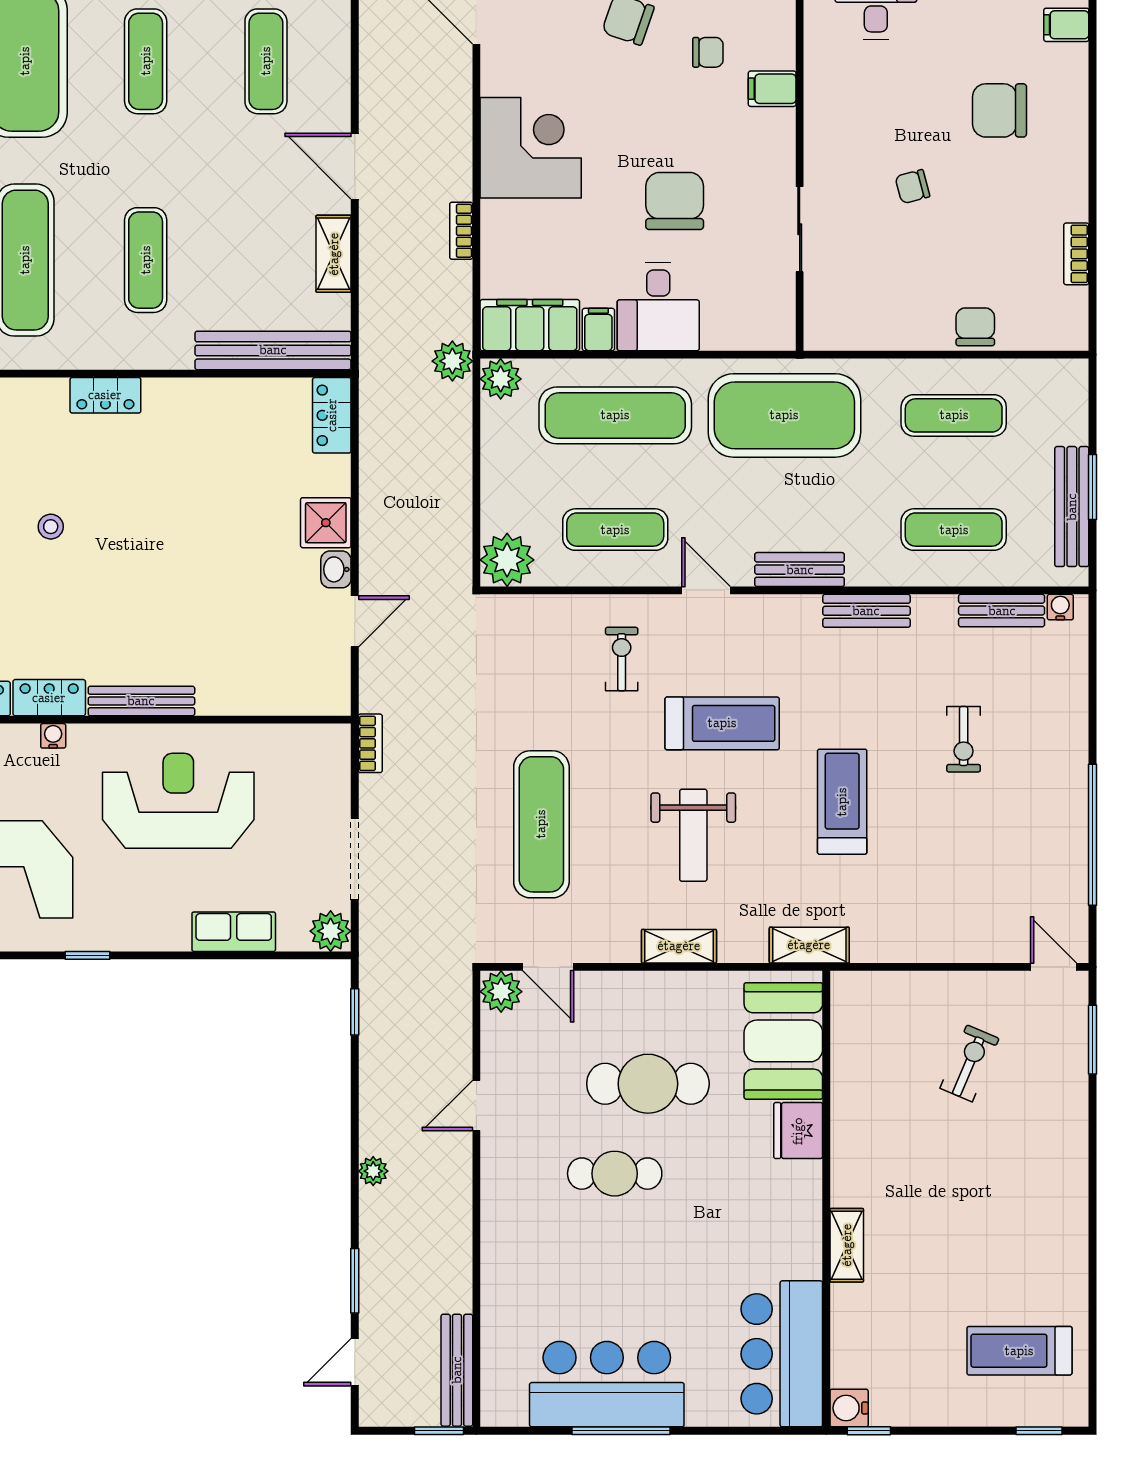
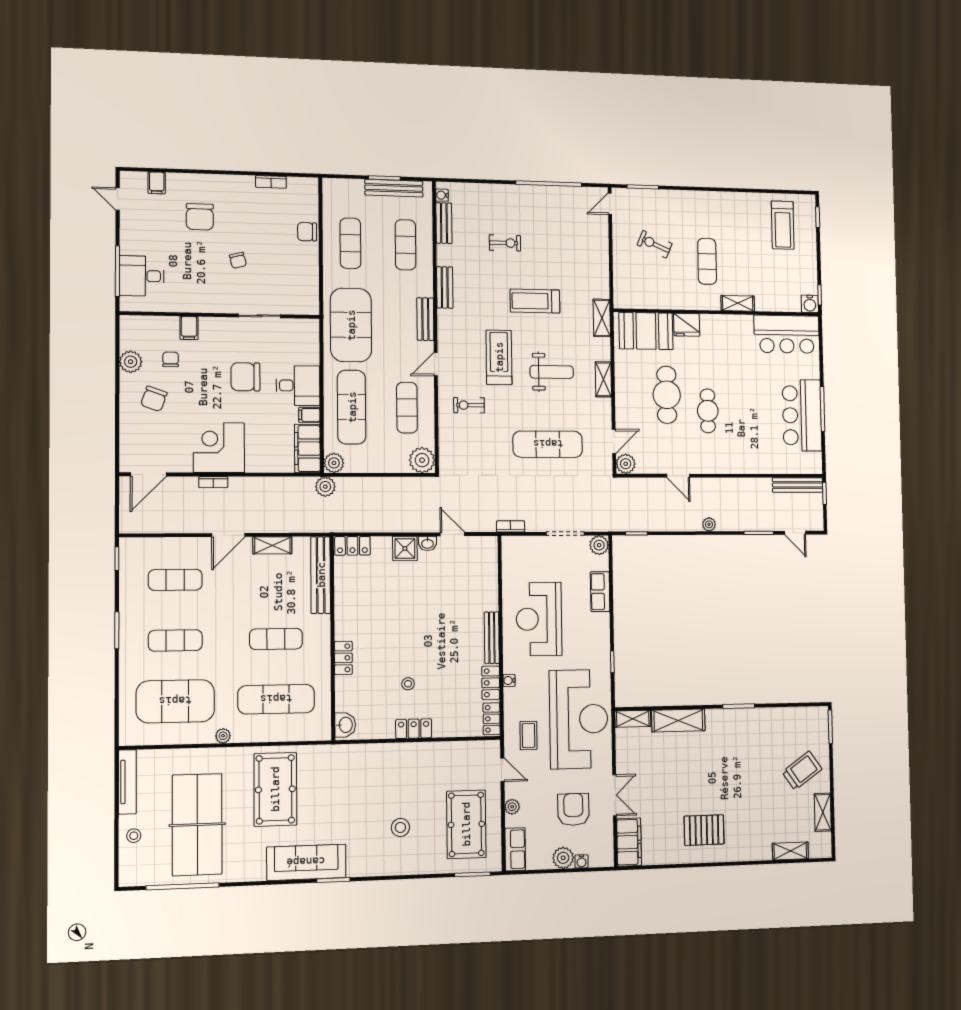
bookcase: (461, 231) -> (213, 482), moved
exercise mat: (936, 1179) -> (707, 261), added

